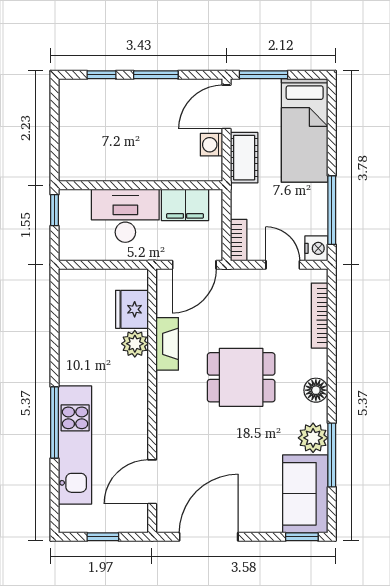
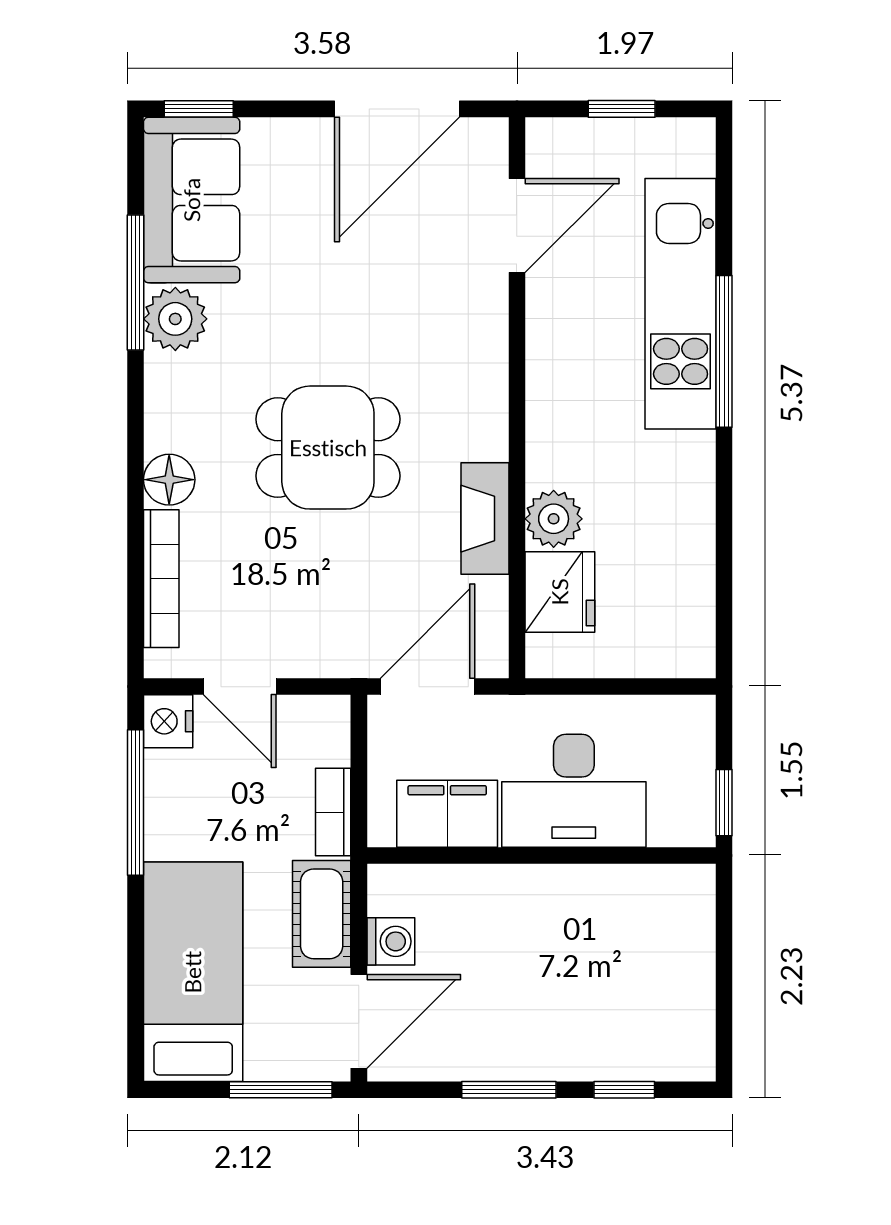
bookcase: (239, 240) -> (333, 812), moved
floor lamp: (316, 390) -> (169, 480), moved

